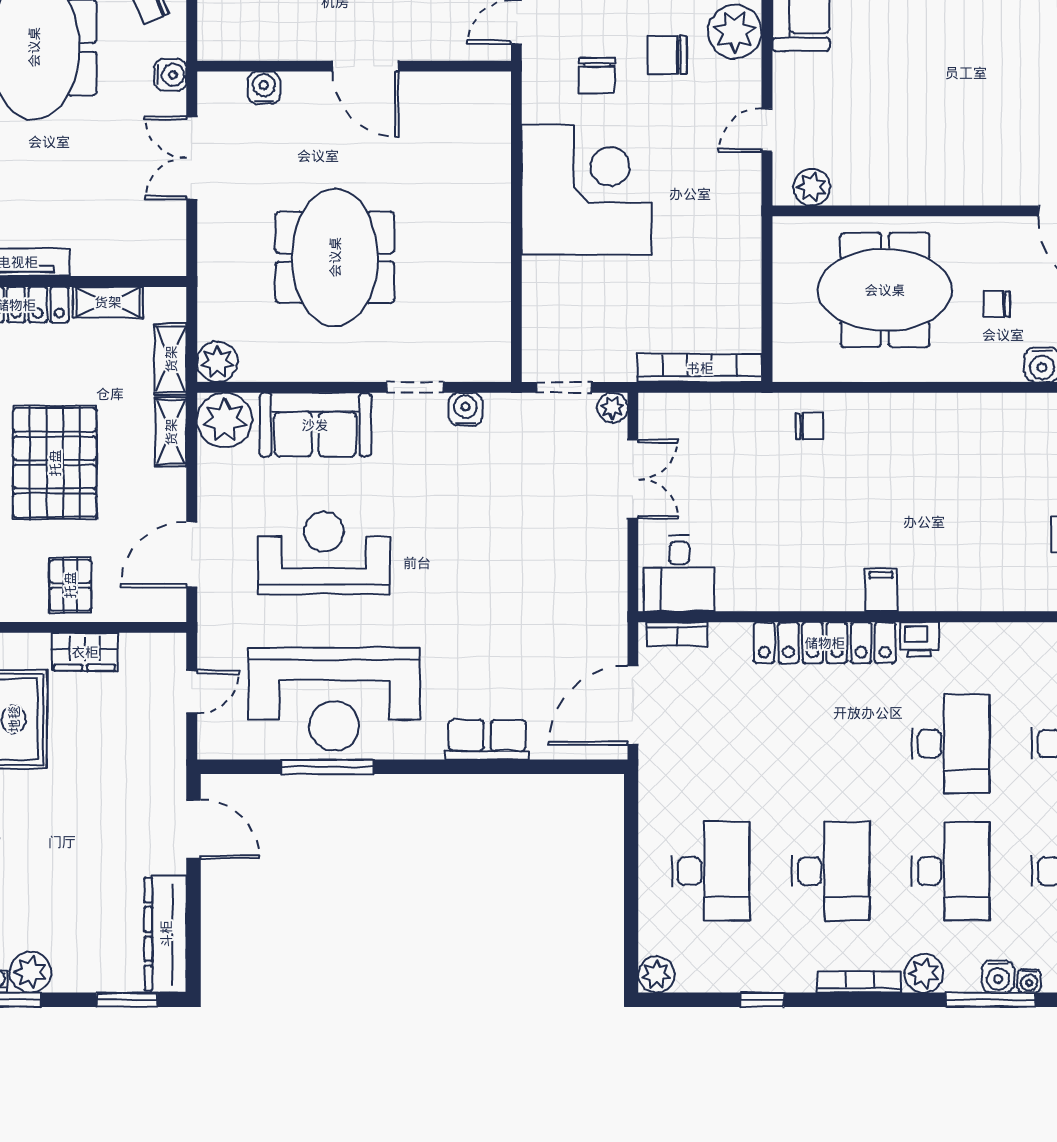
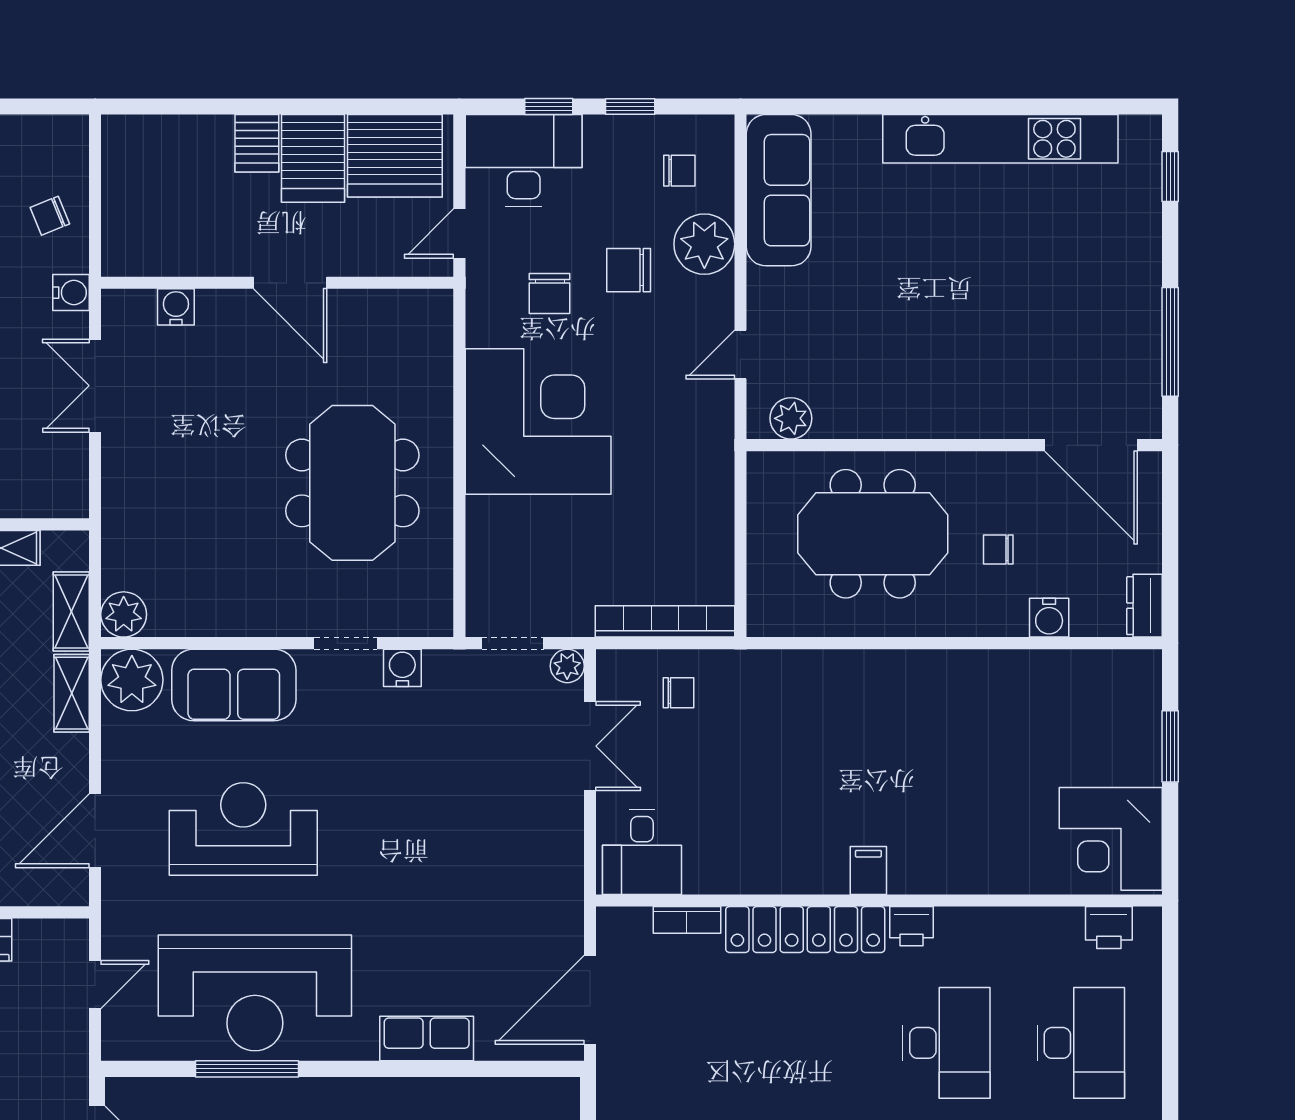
meeting table: (335, 257) -> (352, 483), moved
chair: (809, 426) -> (678, 693), moved
bookcase: (677, 634) -> (687, 920), moved

